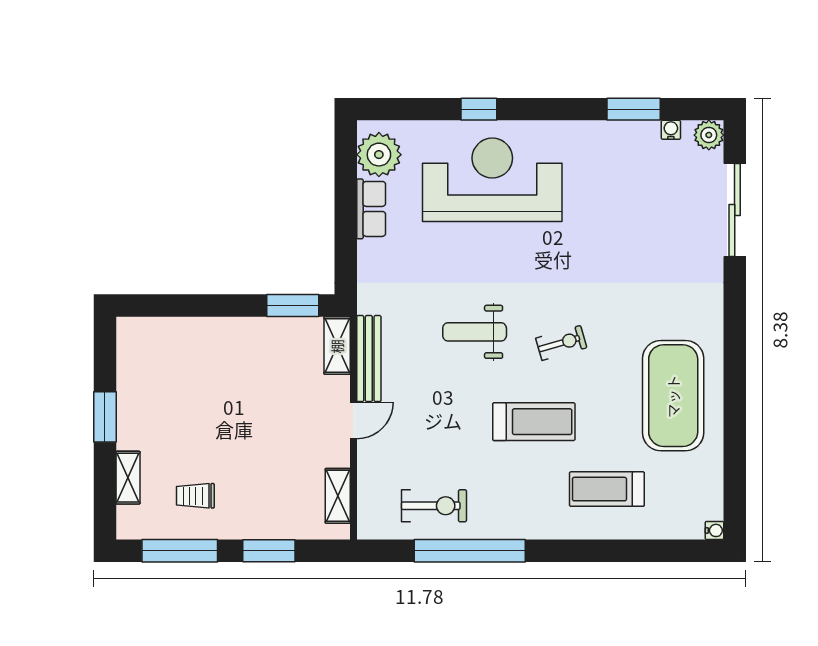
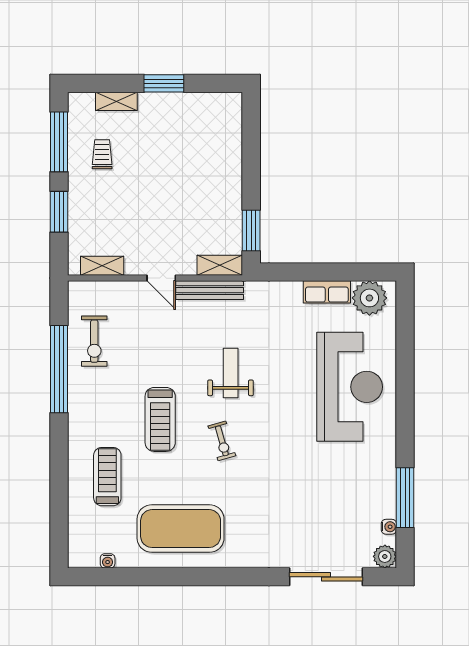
window: (479, 109) -> (405, 376), removed
window: (634, 109) -> (405, 498), width x1.44
water cooler: (714, 530) -> (108, 561), moved

